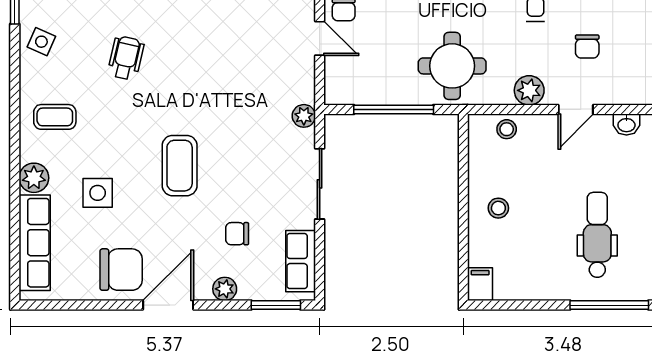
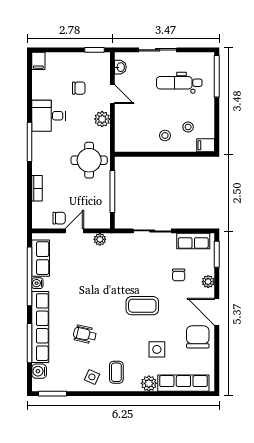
side table: (41, 42) -> (92, 377), moved
plant: (304, 116) -> (100, 239), moved
stool: (507, 129) -> (188, 127), moved

